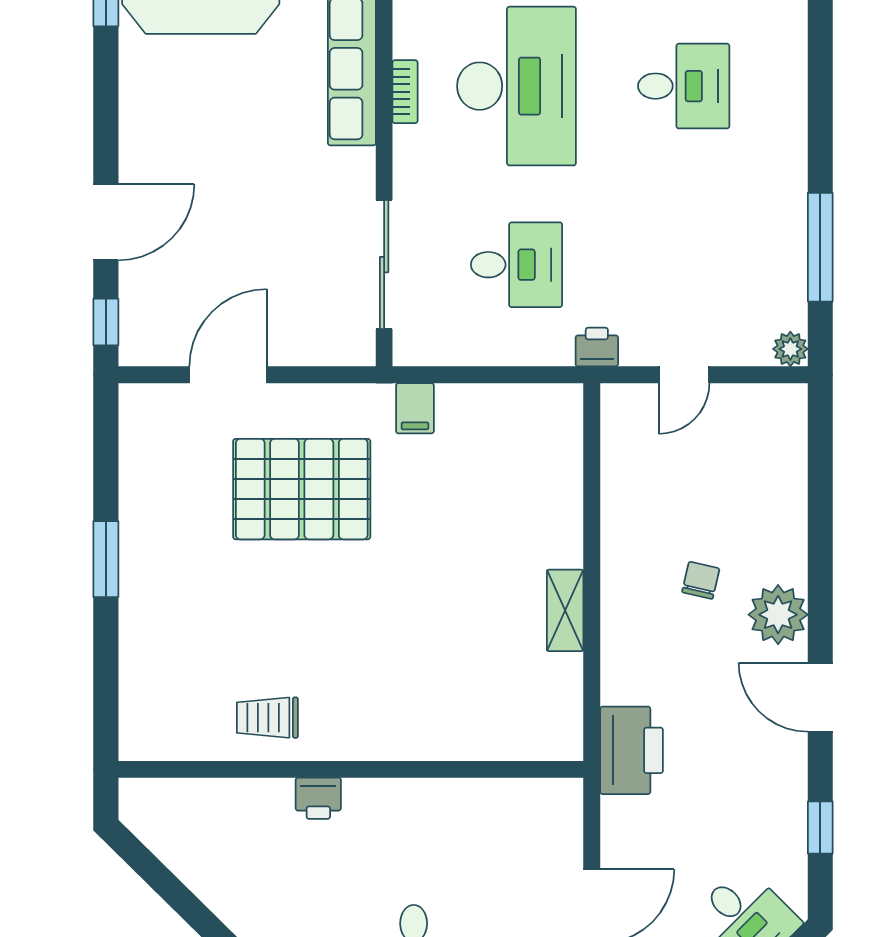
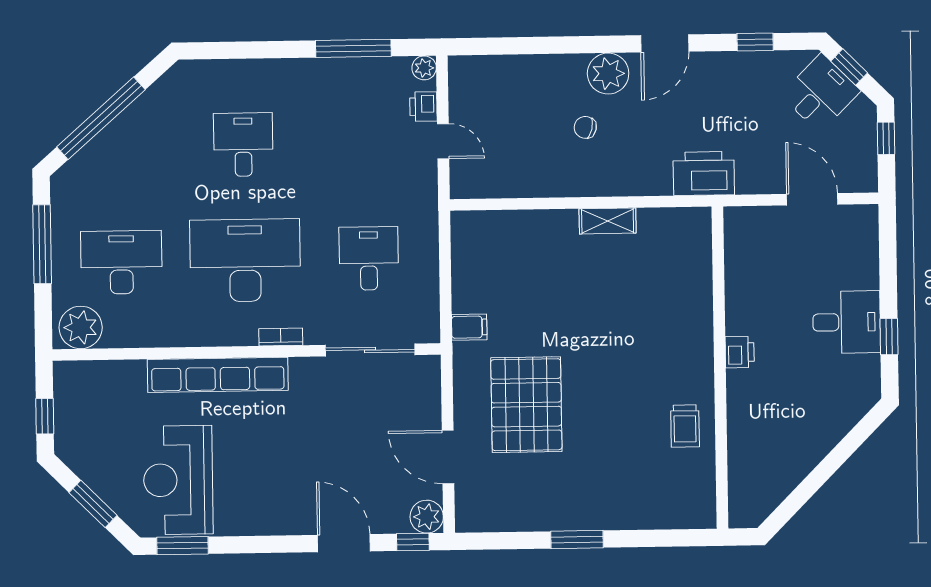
bookcase: (405, 92) -> (281, 337), moved
plant: (142, 342) -> (427, 517), added
printer: (597, 347) -> (423, 106), moved
printer: (318, 798) -> (740, 352), moved

